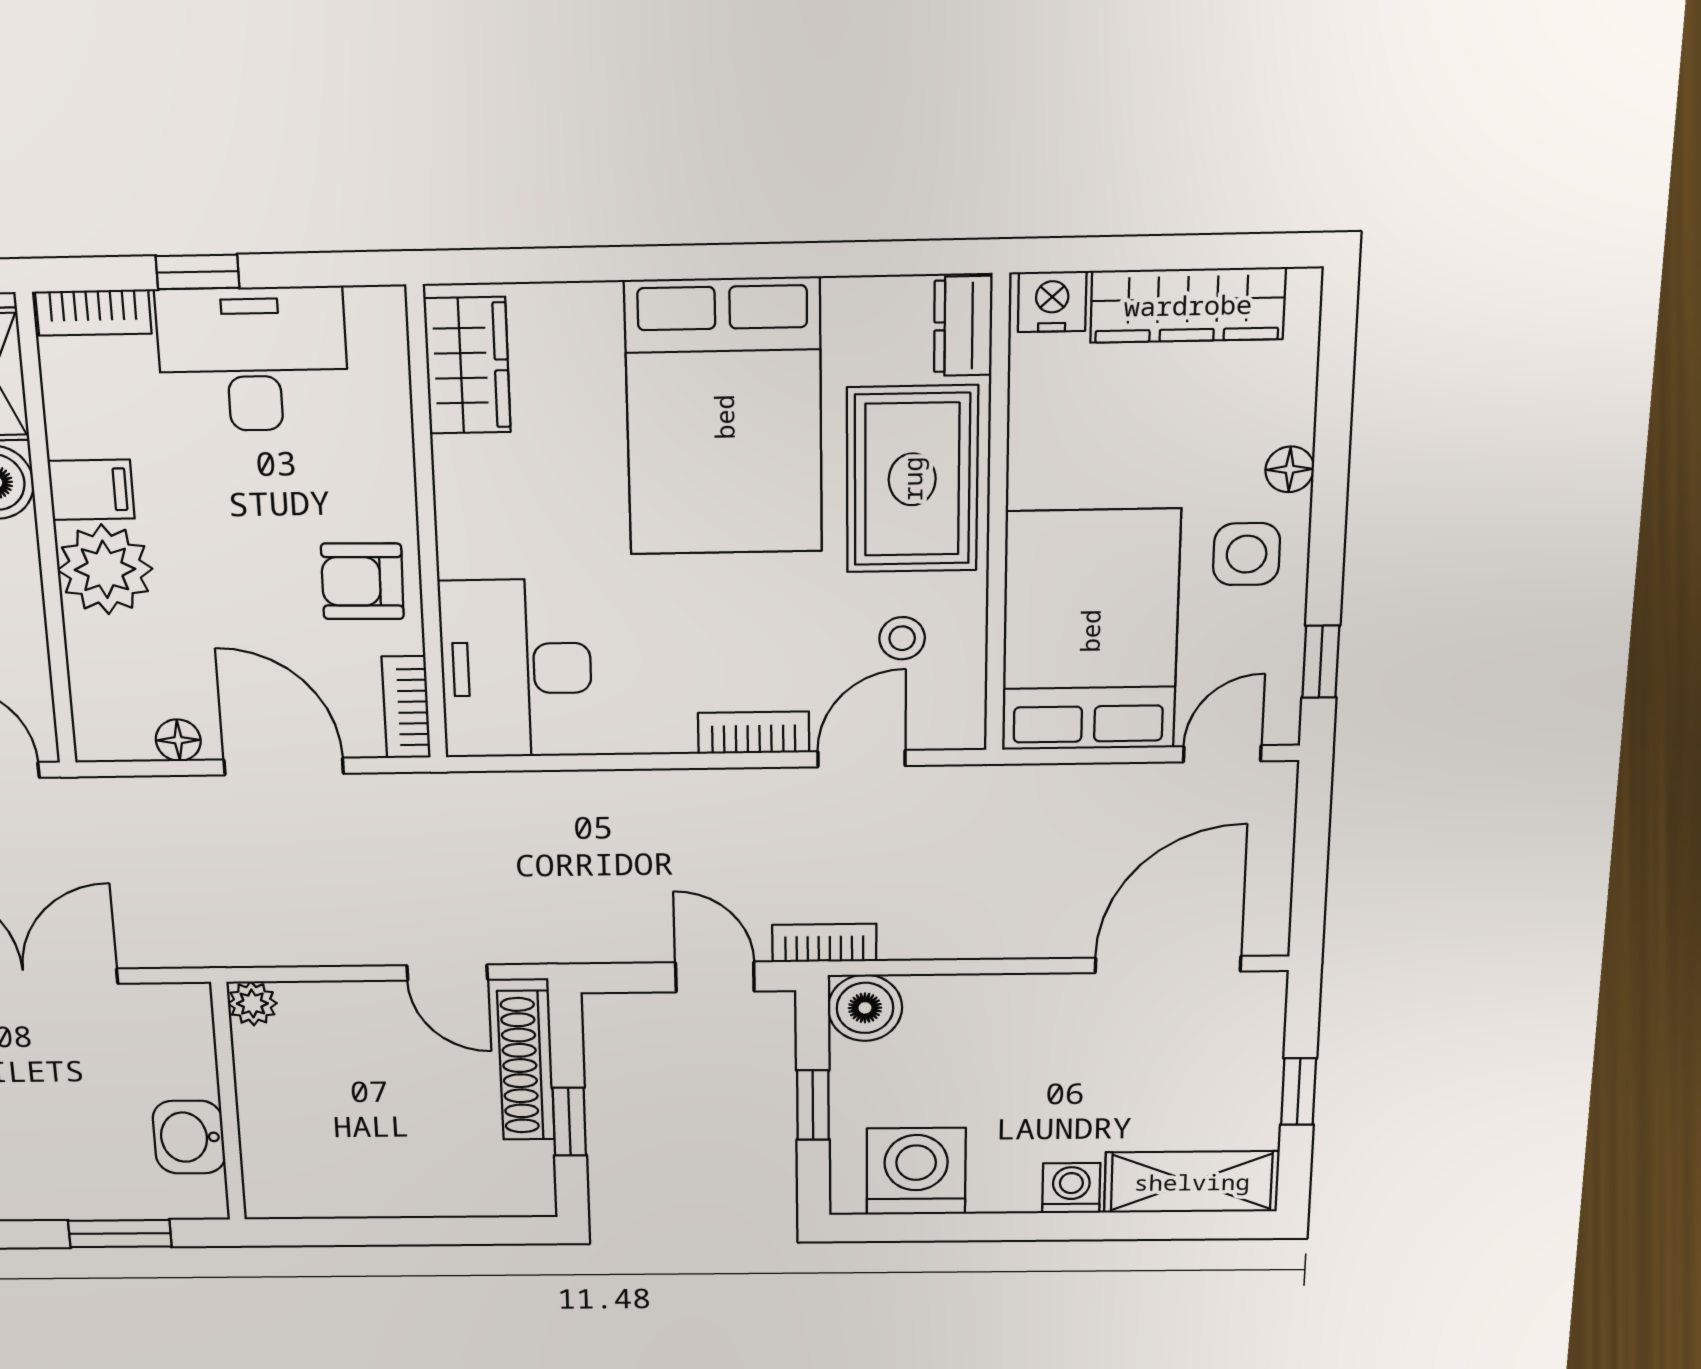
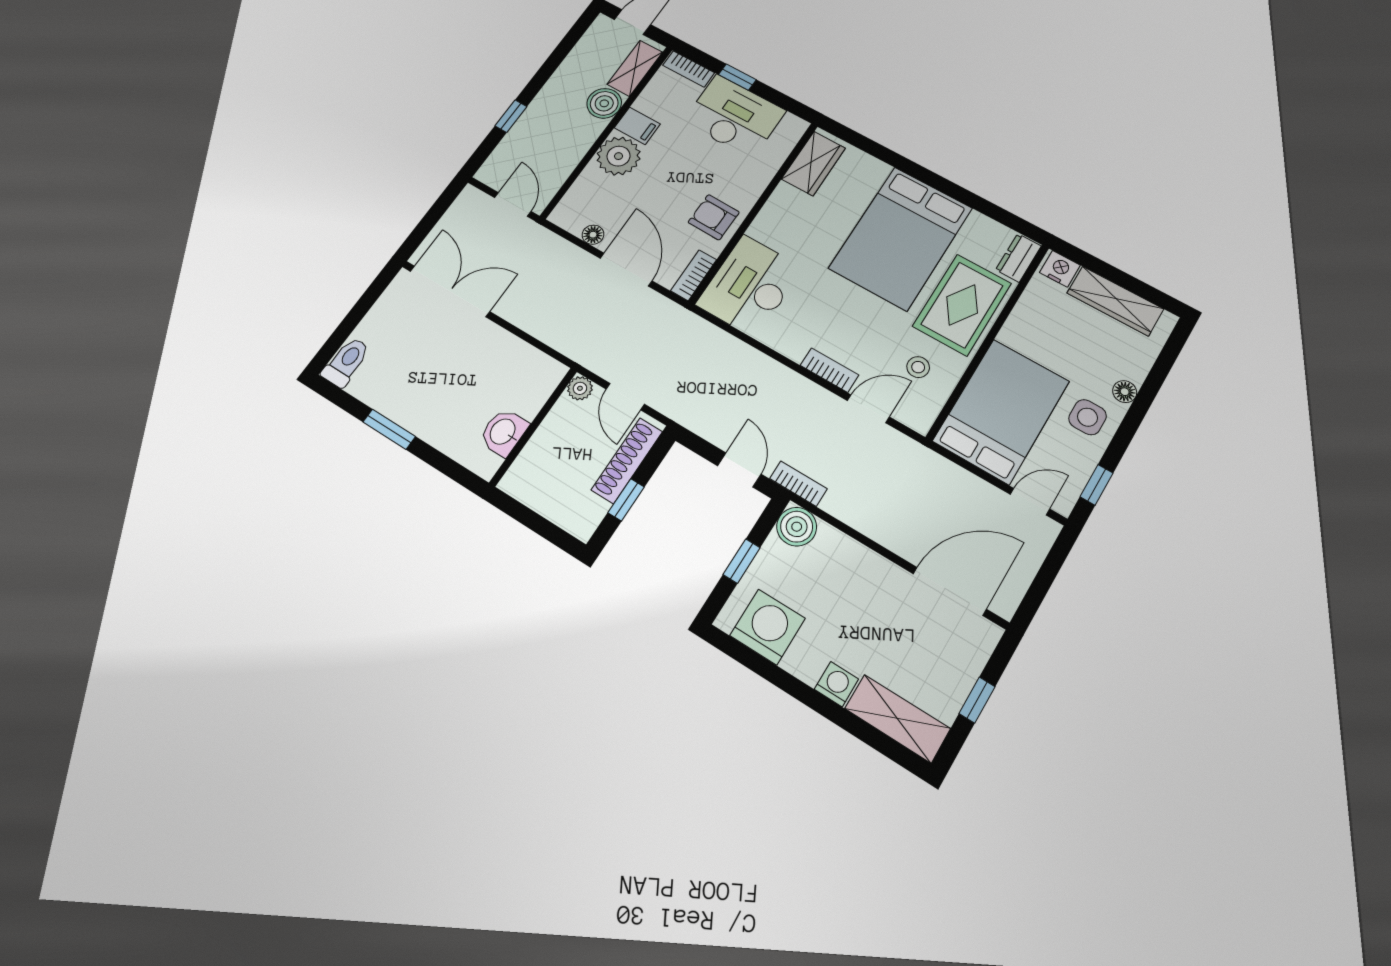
plant: (252, 1003) -> (580, 388), moved
wall: (228, 1102) -> (533, 427), moved
washbasin: (189, 1137) -> (503, 432), moved

